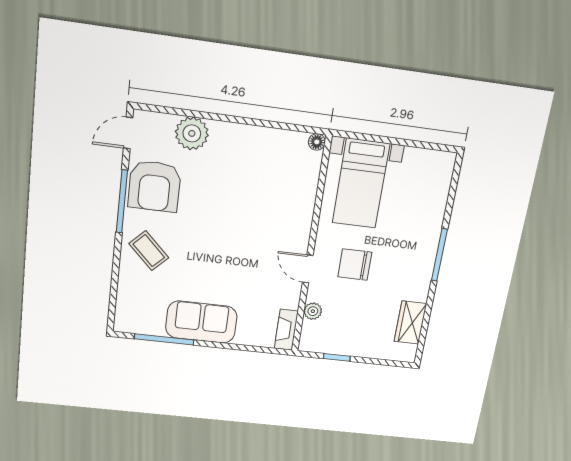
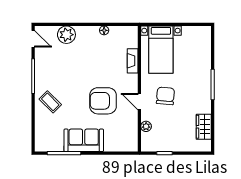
door: (128, 133) -> (33, 39), swing flipped
floor lamp: (317, 142) -> (104, 30), moved
armchair: (154, 186) -> (103, 101), moved, turned 90
chair: (355, 265) -> (165, 96), turned 95
fireplace: (286, 330) -> (133, 61), moved

